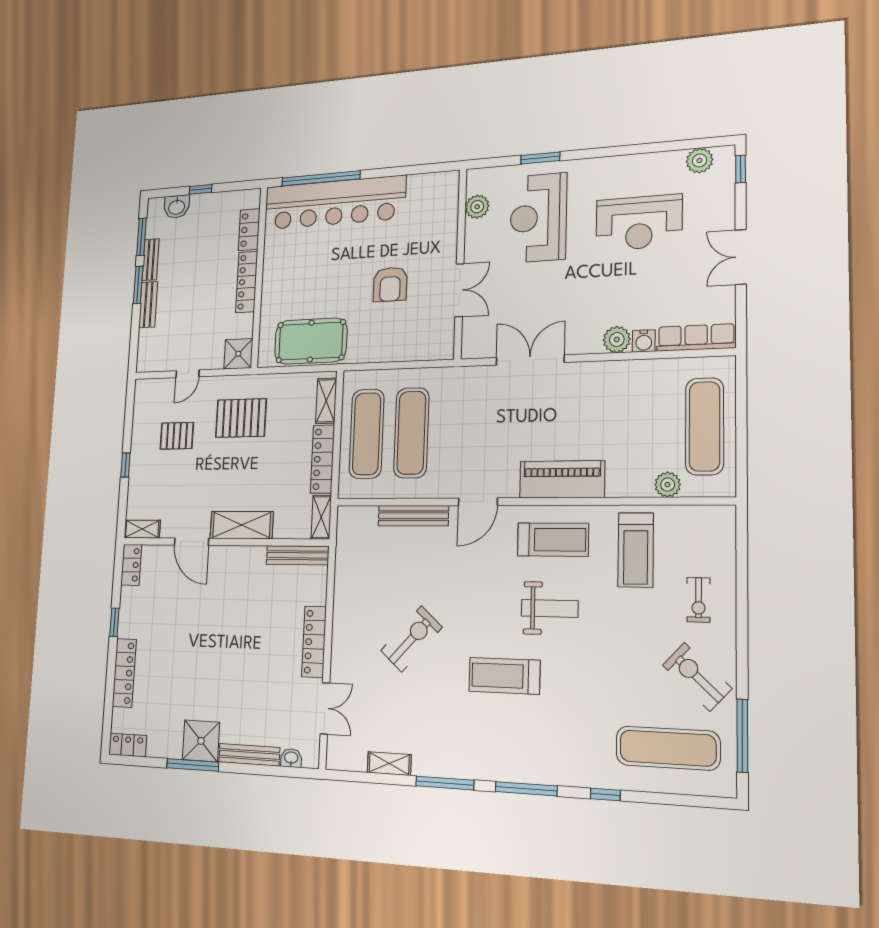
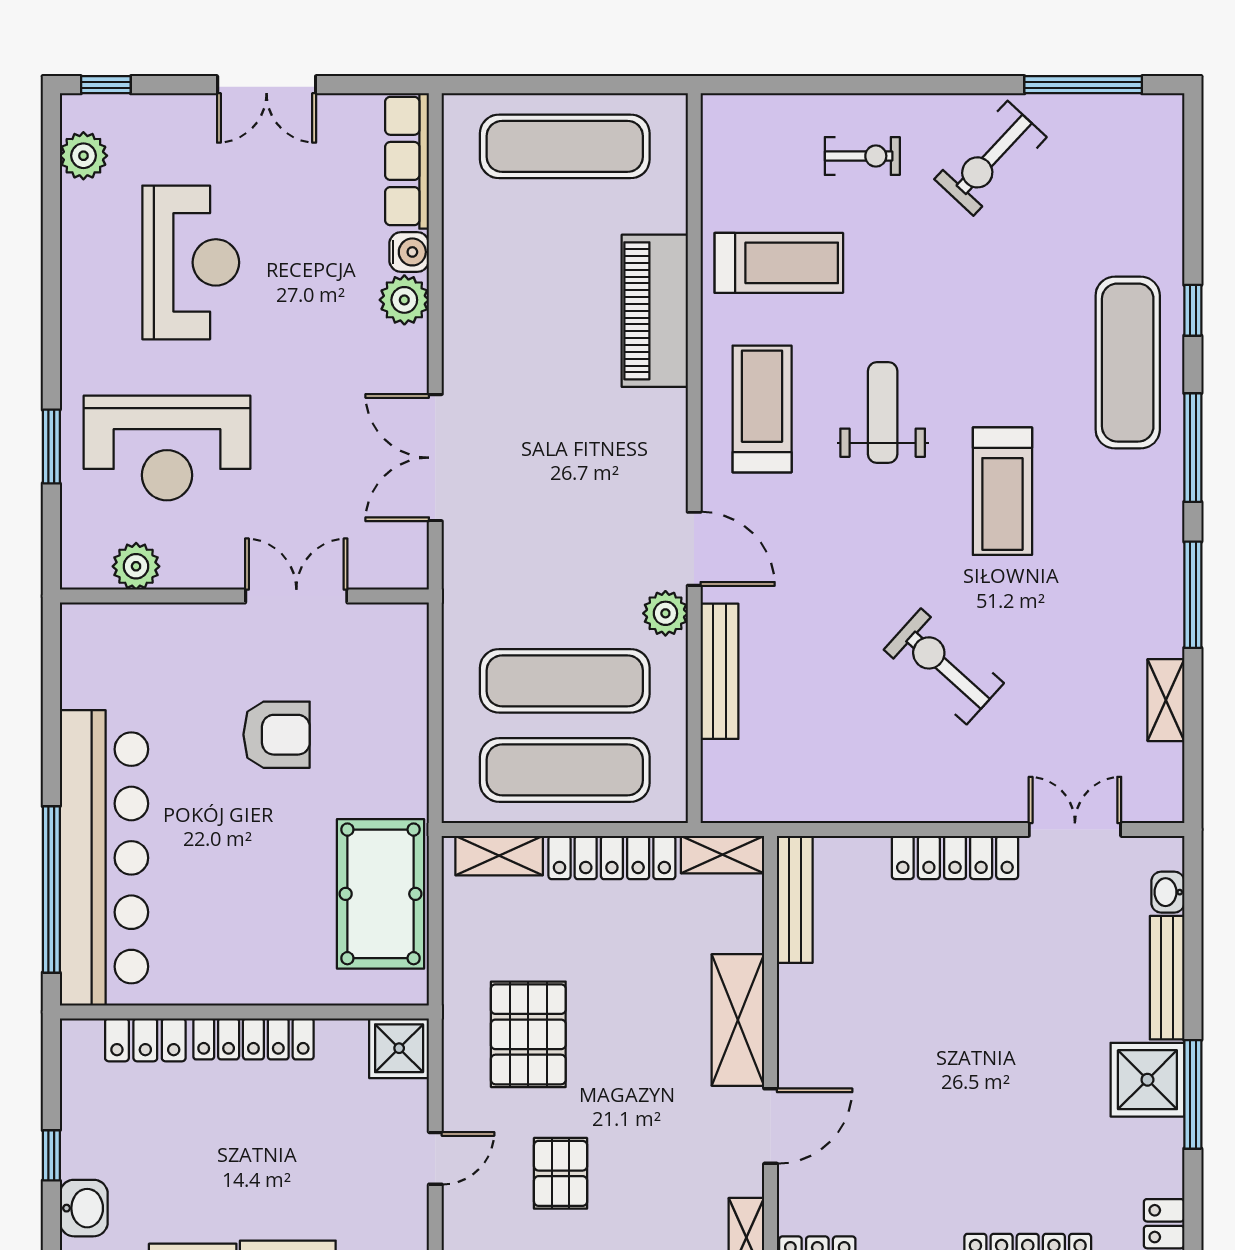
door: (188, 374) -> (435, 1158), hinge flipped
piano: (562, 479) -> (655, 311), moved
plant: (668, 485) -> (665, 613), moved
exercise mat: (668, 748) -> (1128, 363), moved

